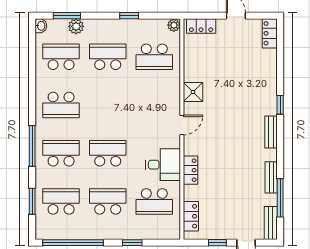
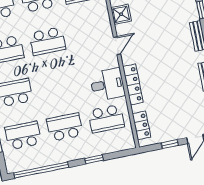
school desk: (108, 153) -> (47, 41), moved, turned 180
locker: (191, 170) -> (133, 84), width x1.53

